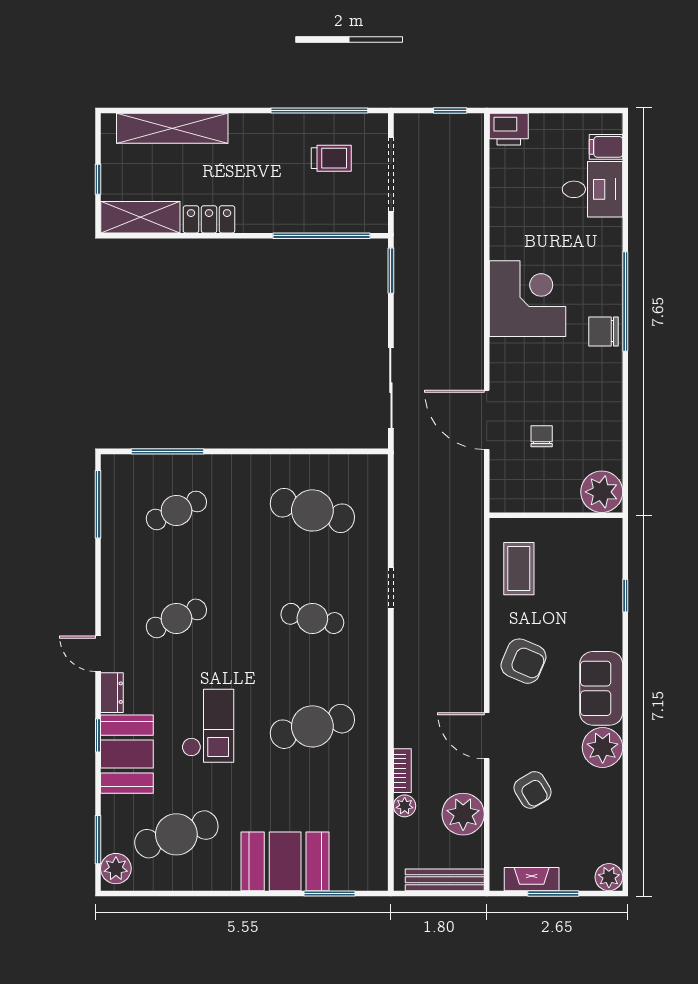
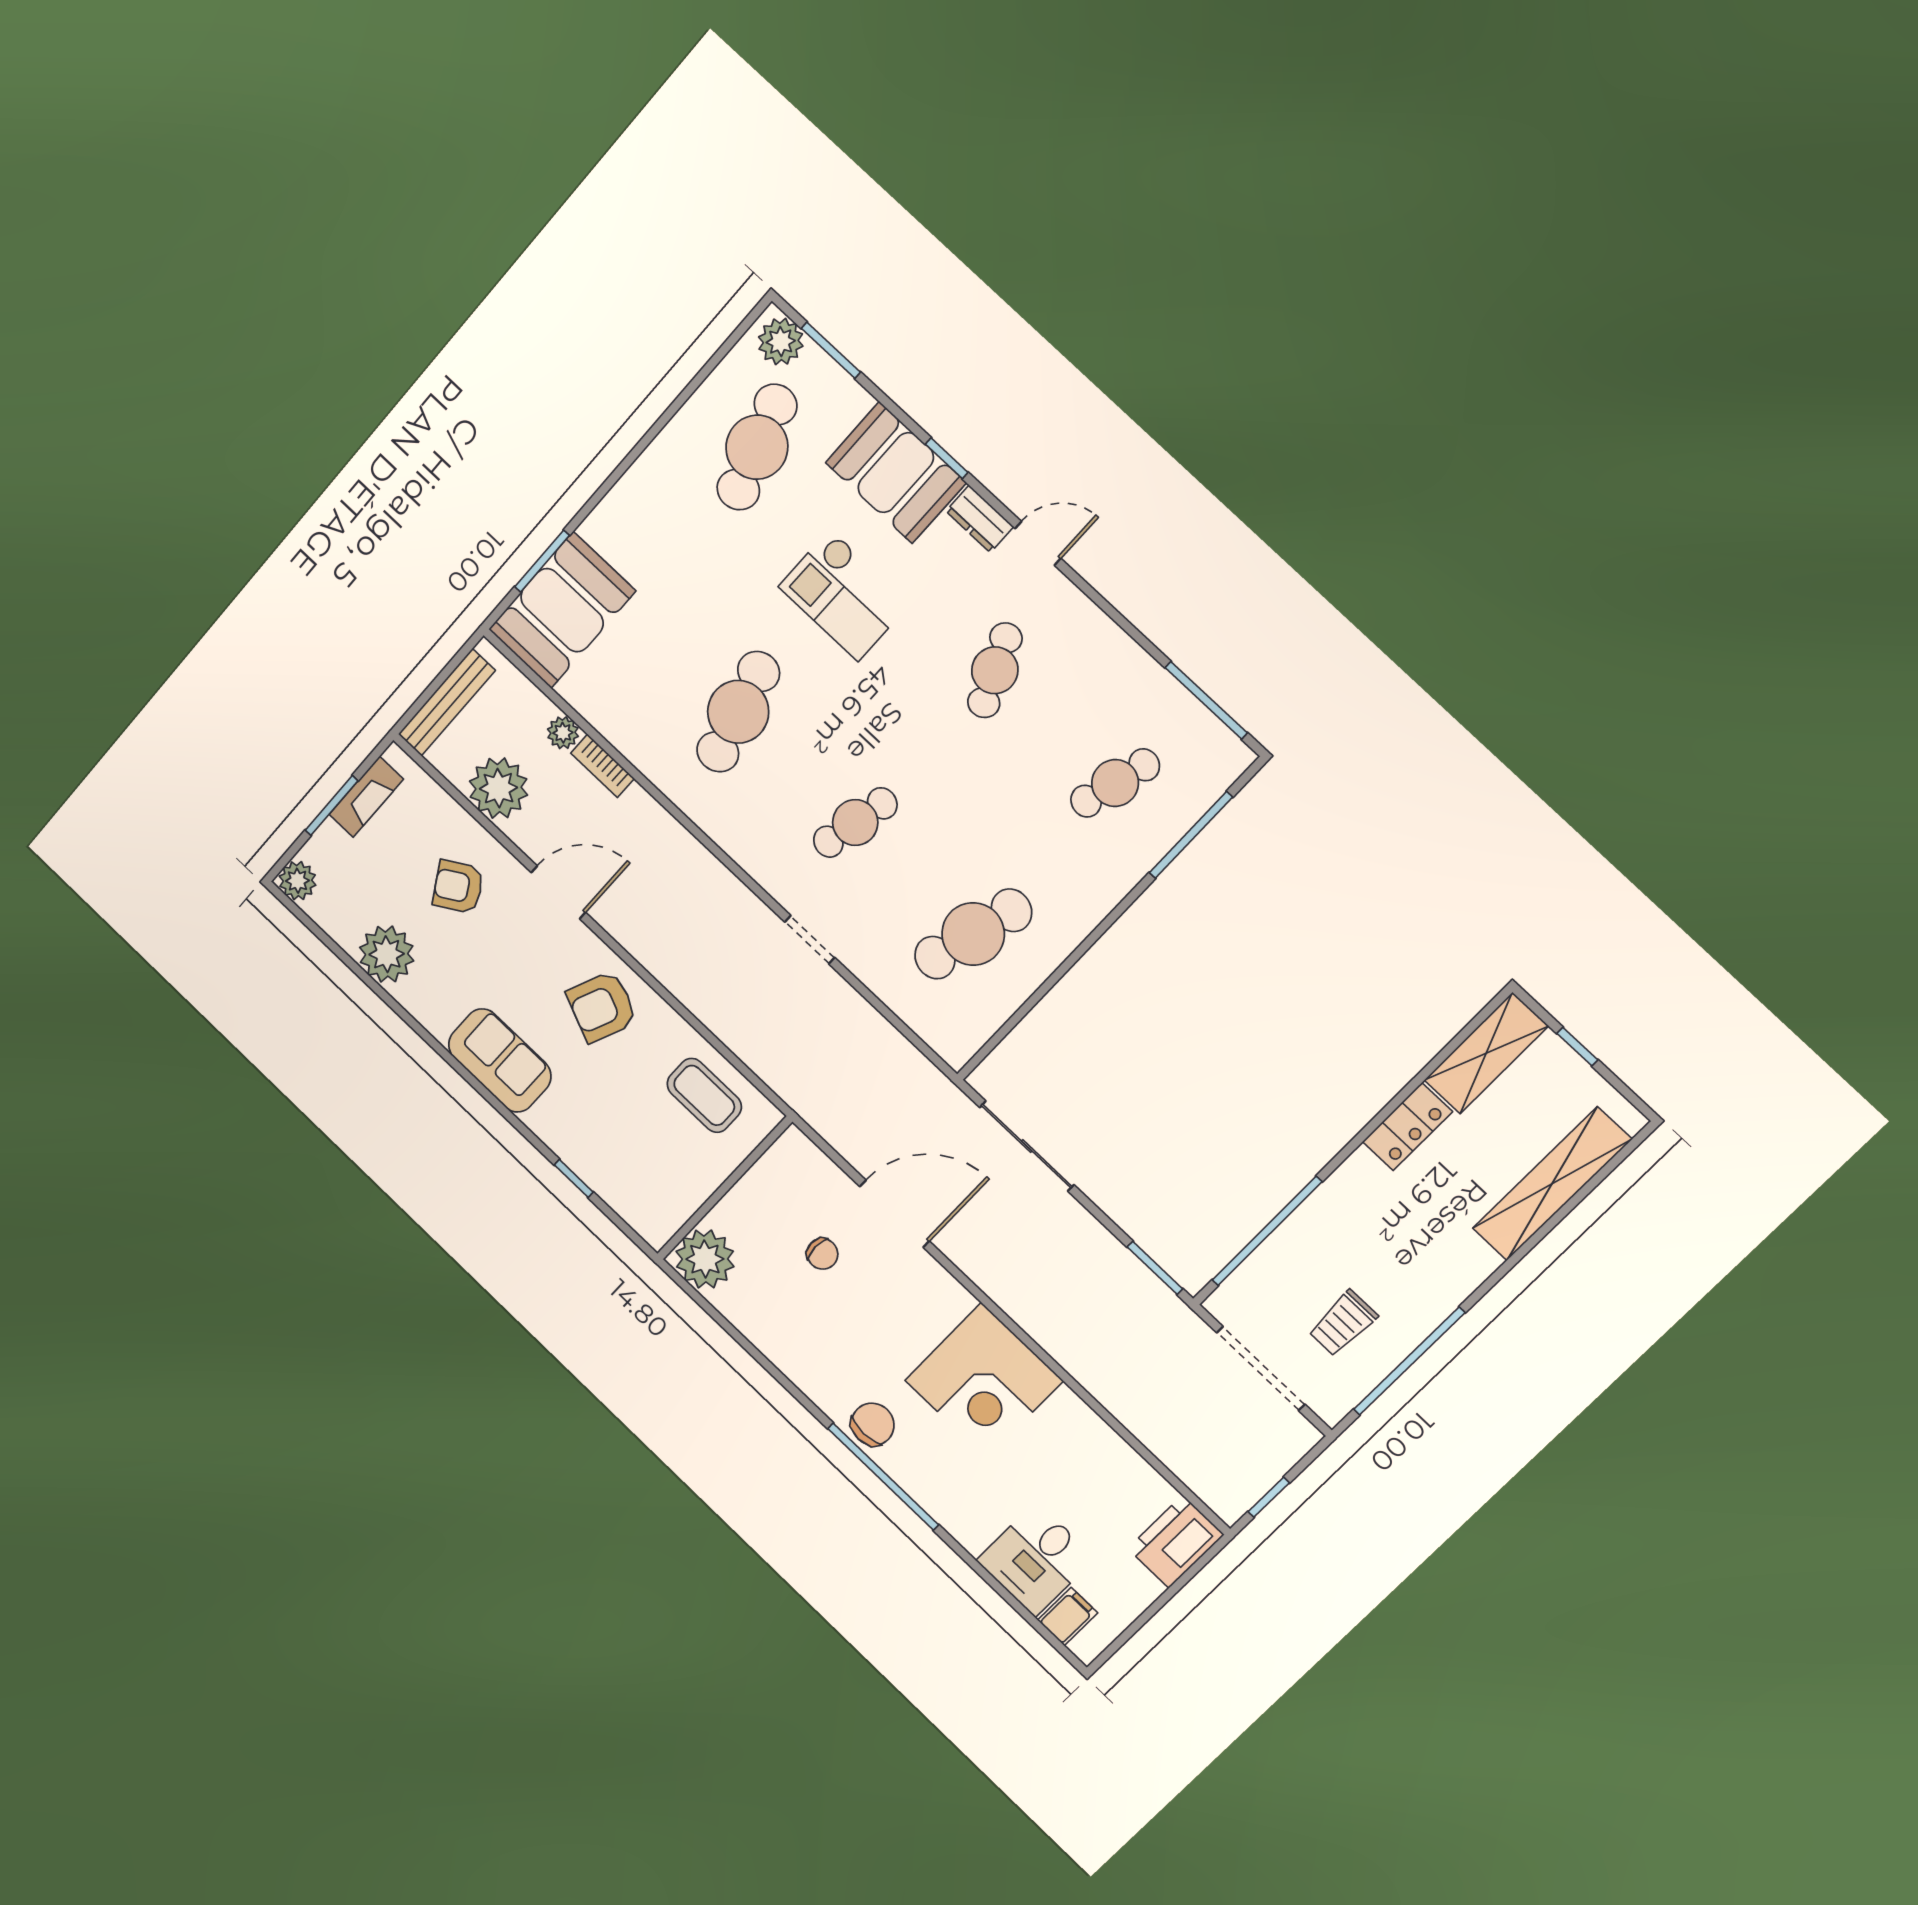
printer: (509, 129) -> (1176, 1542), width x1.37, depth x1.19
cafe table: (176, 510) -> (1115, 783), turned 39
plant: (603, 748) -> (387, 954), moved
booth: (285, 861) -> (562, 610), moved

